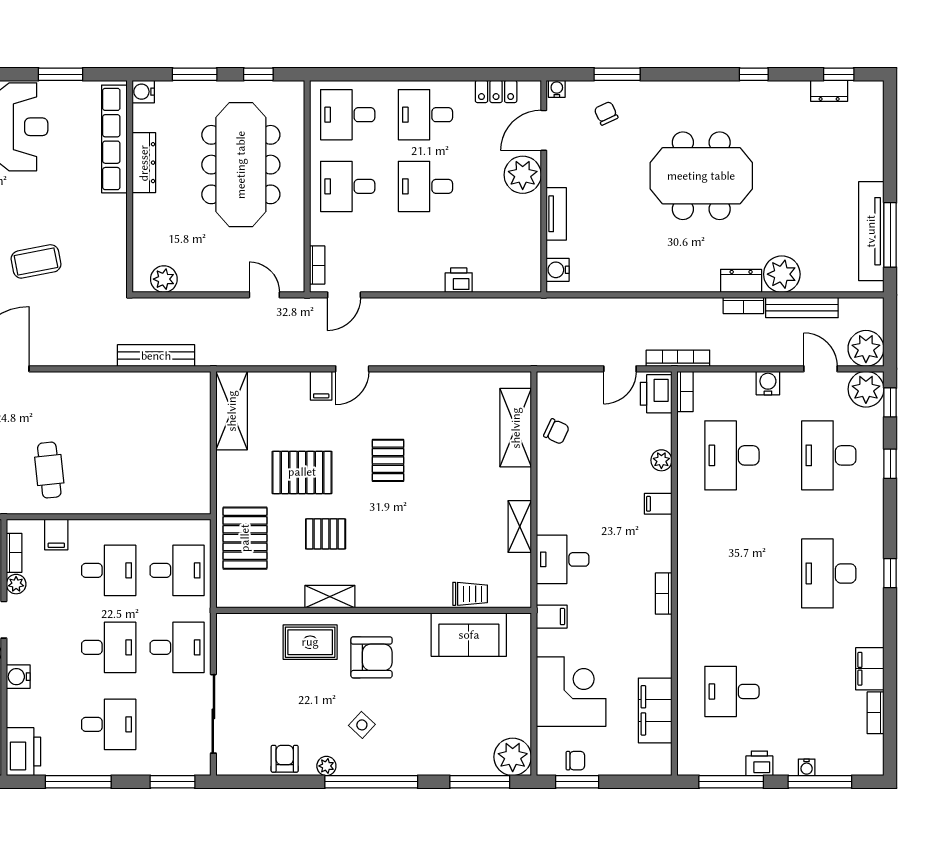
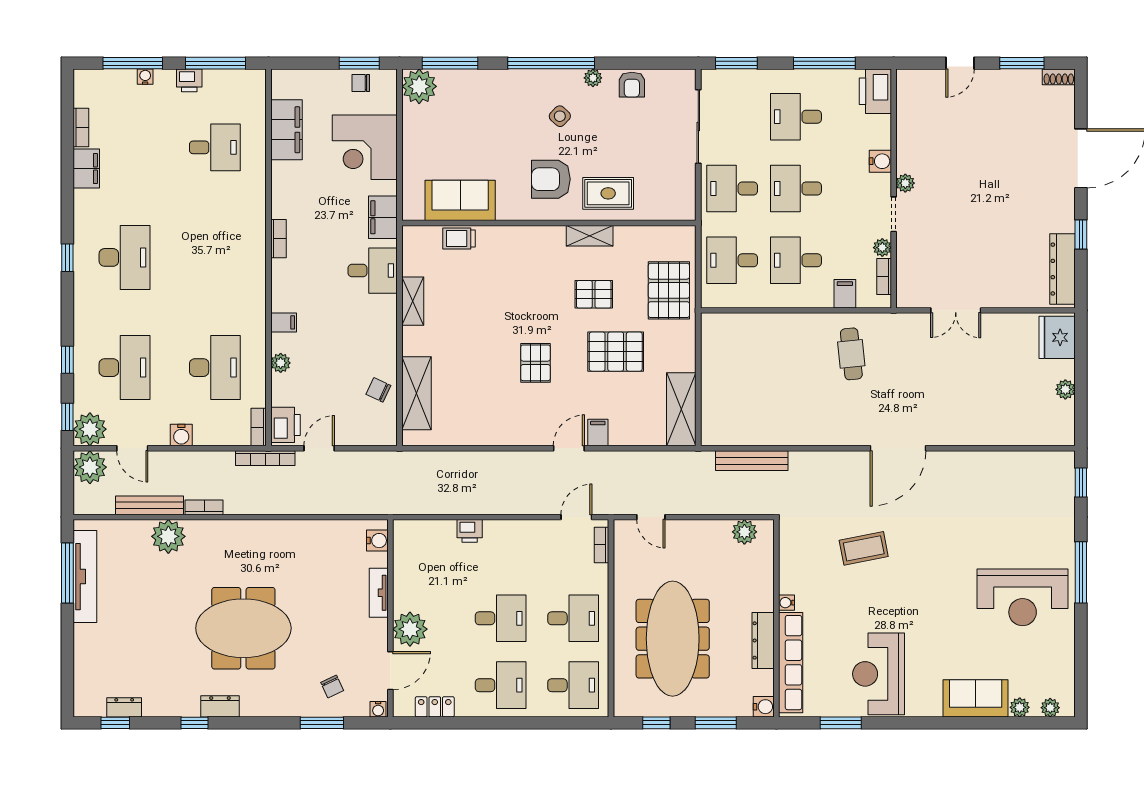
water cooler: (119, 203) -> (787, 603), added
dresser: (741, 281) -> (220, 706), moved, turned 180
filing cabinet: (552, 617) -> (383, 217), width x2.00

